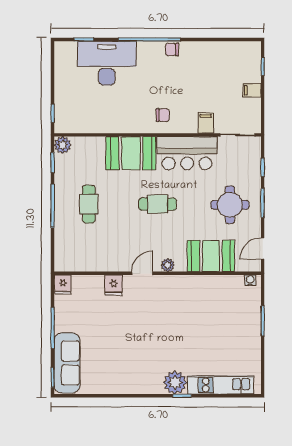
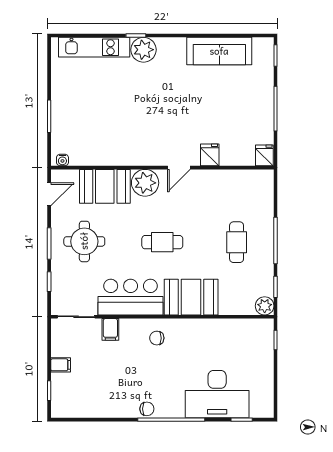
plant: (168, 265) -> (145, 183), width x1.88, depth x1.88
sofa: (67, 363) -> (219, 51), moved, turned -90

